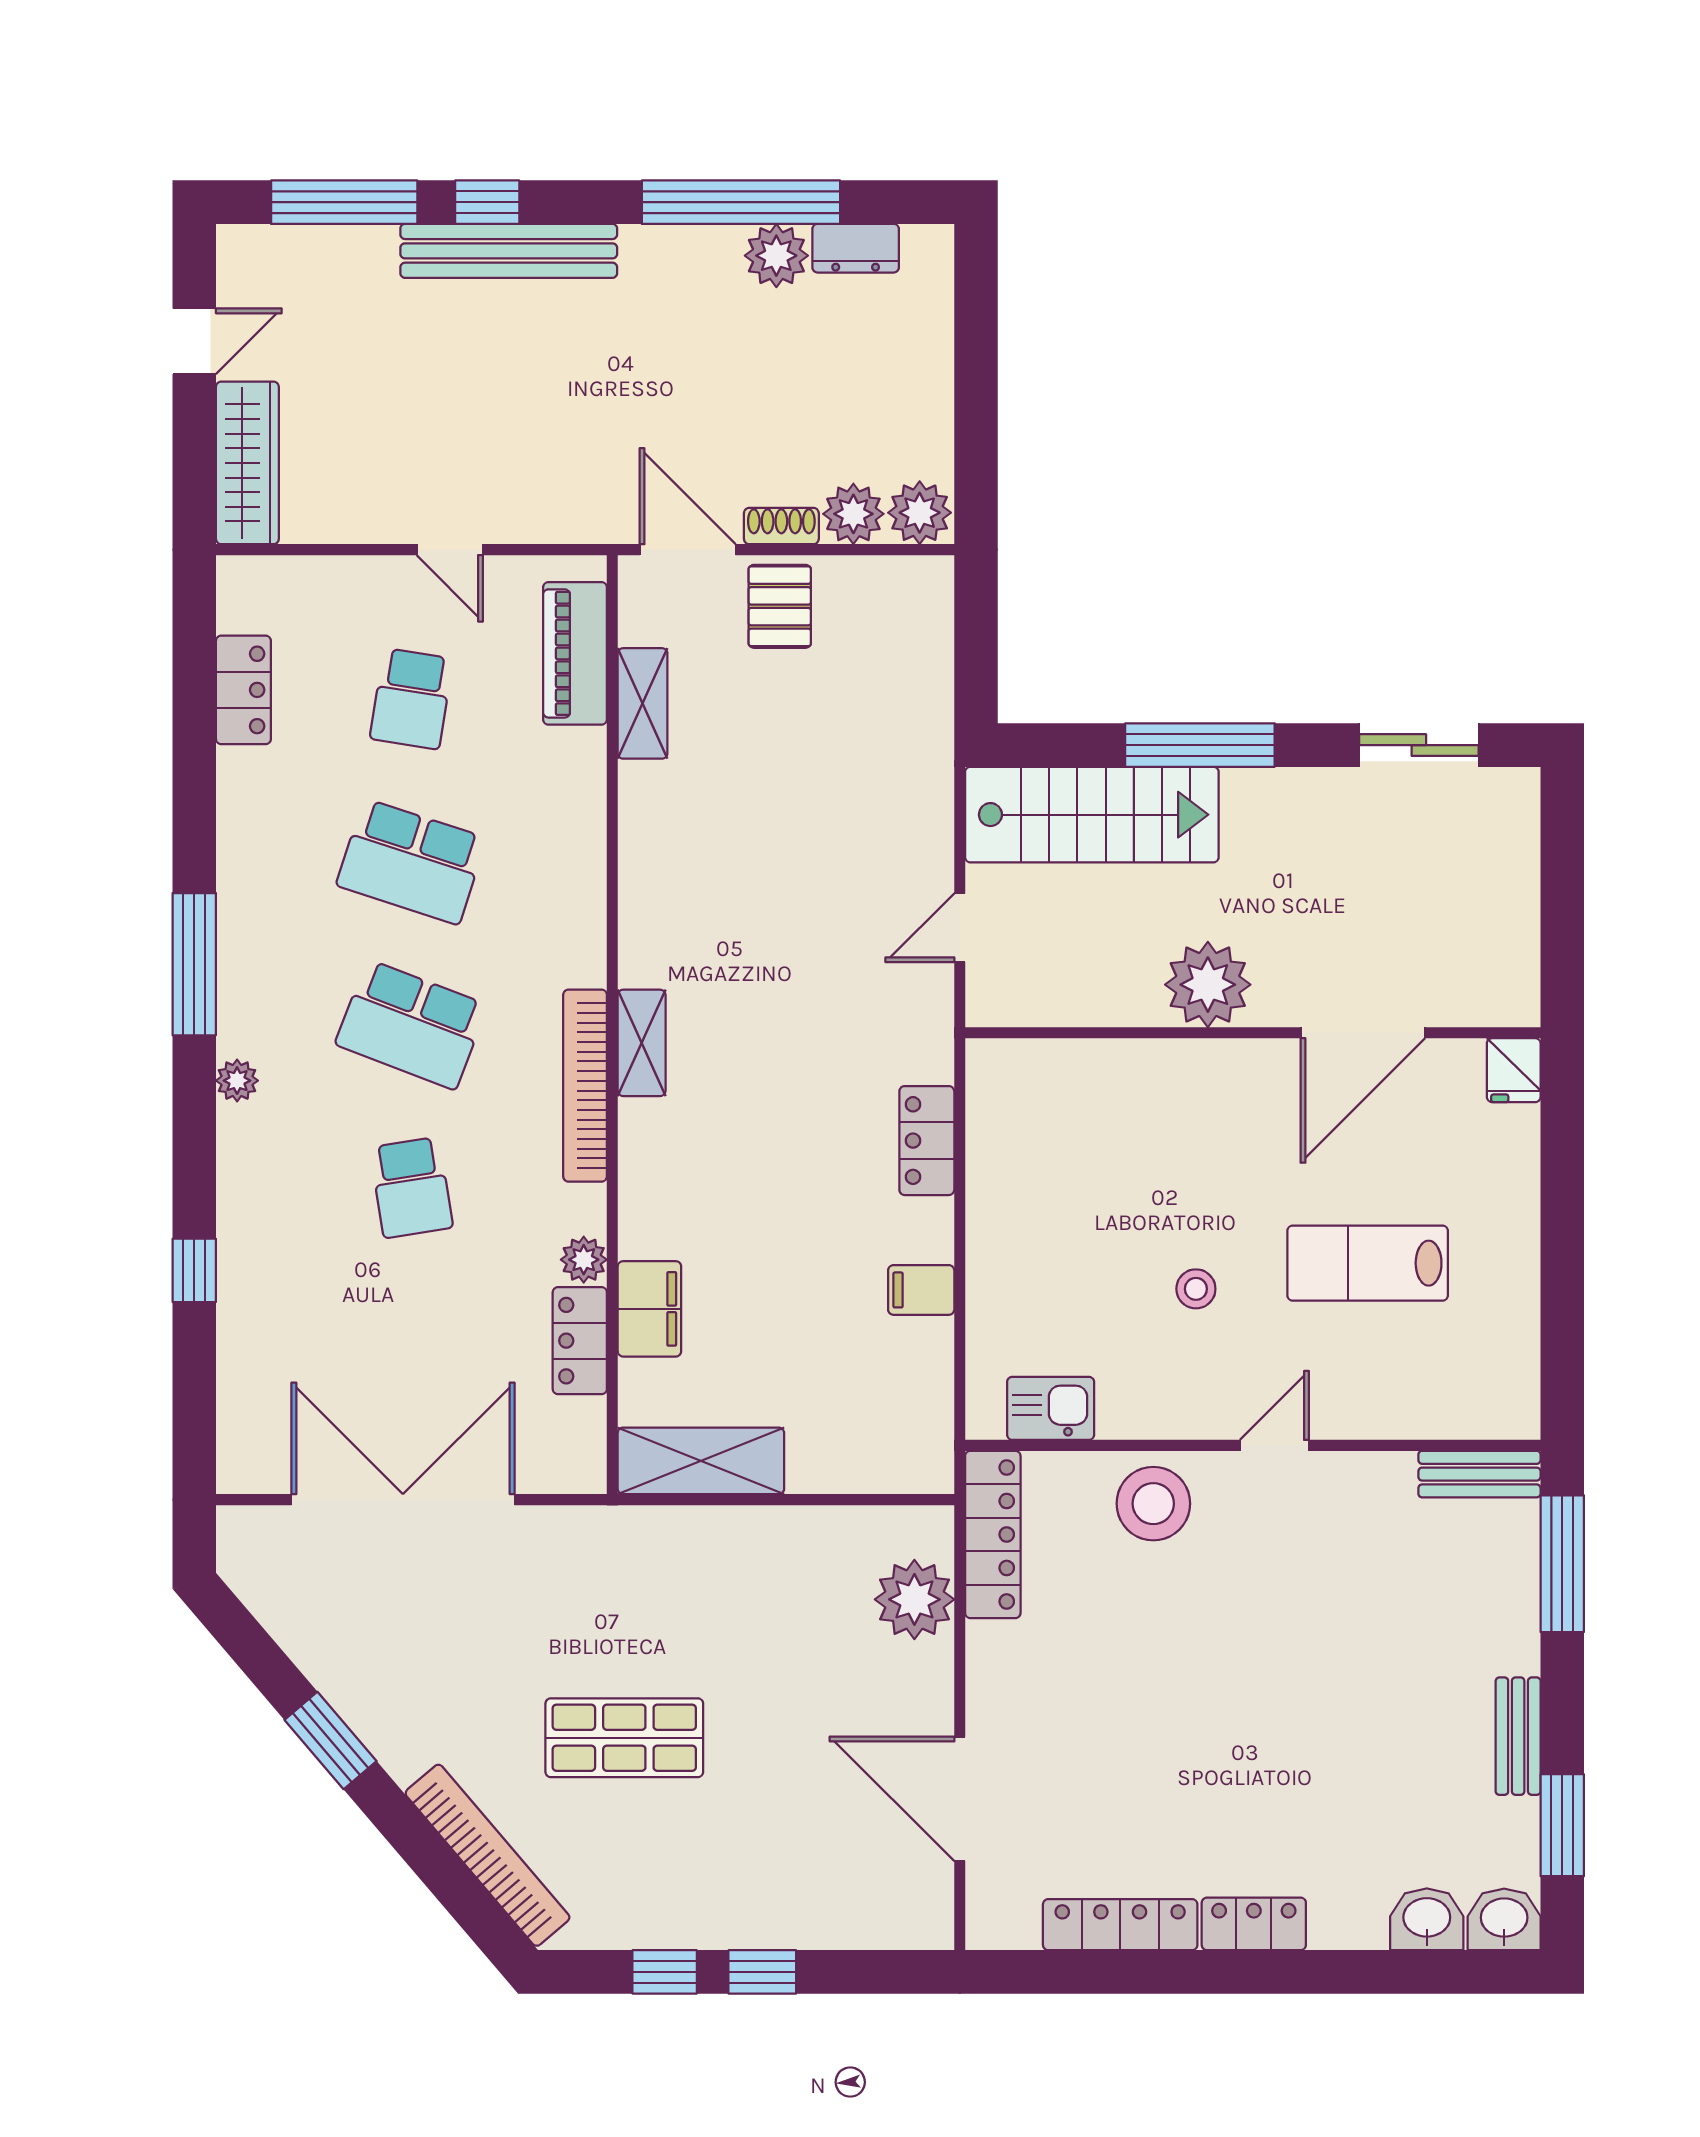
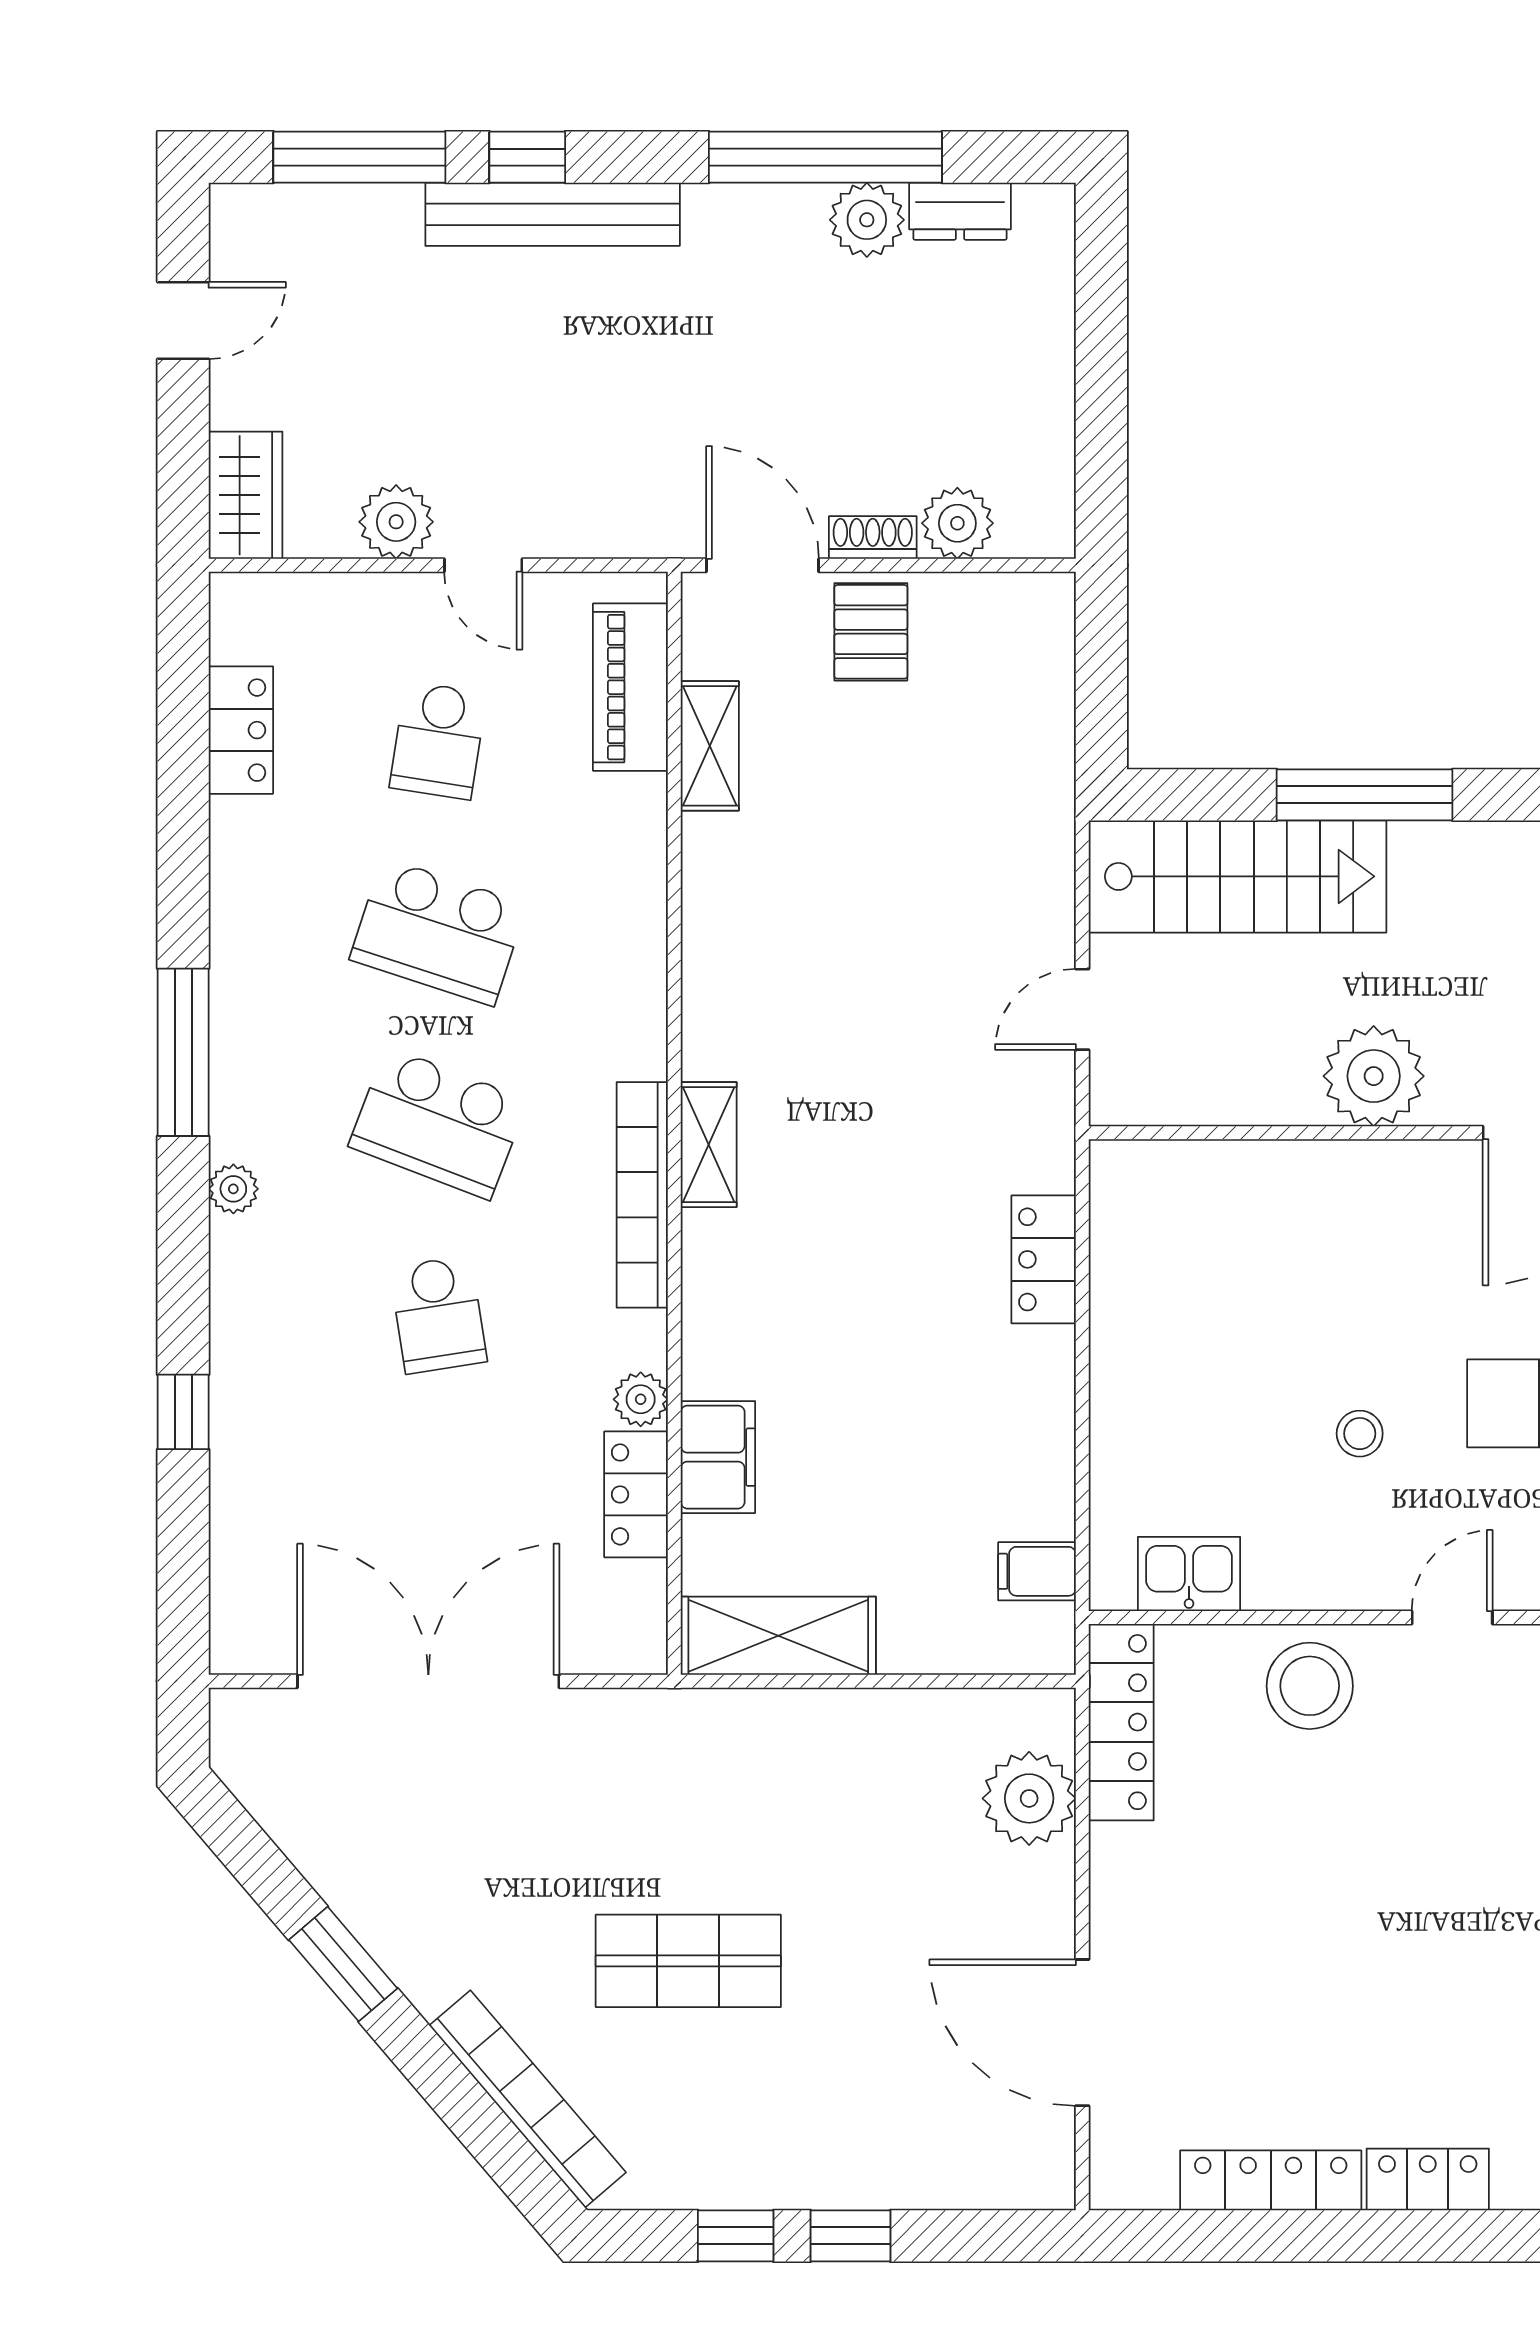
wardrobe: (247, 463) -> (246, 495), width x0.67
plant: (920, 513) -> (396, 522), moved
filing cabinet: (921, 1290) -> (1037, 1571), moved

